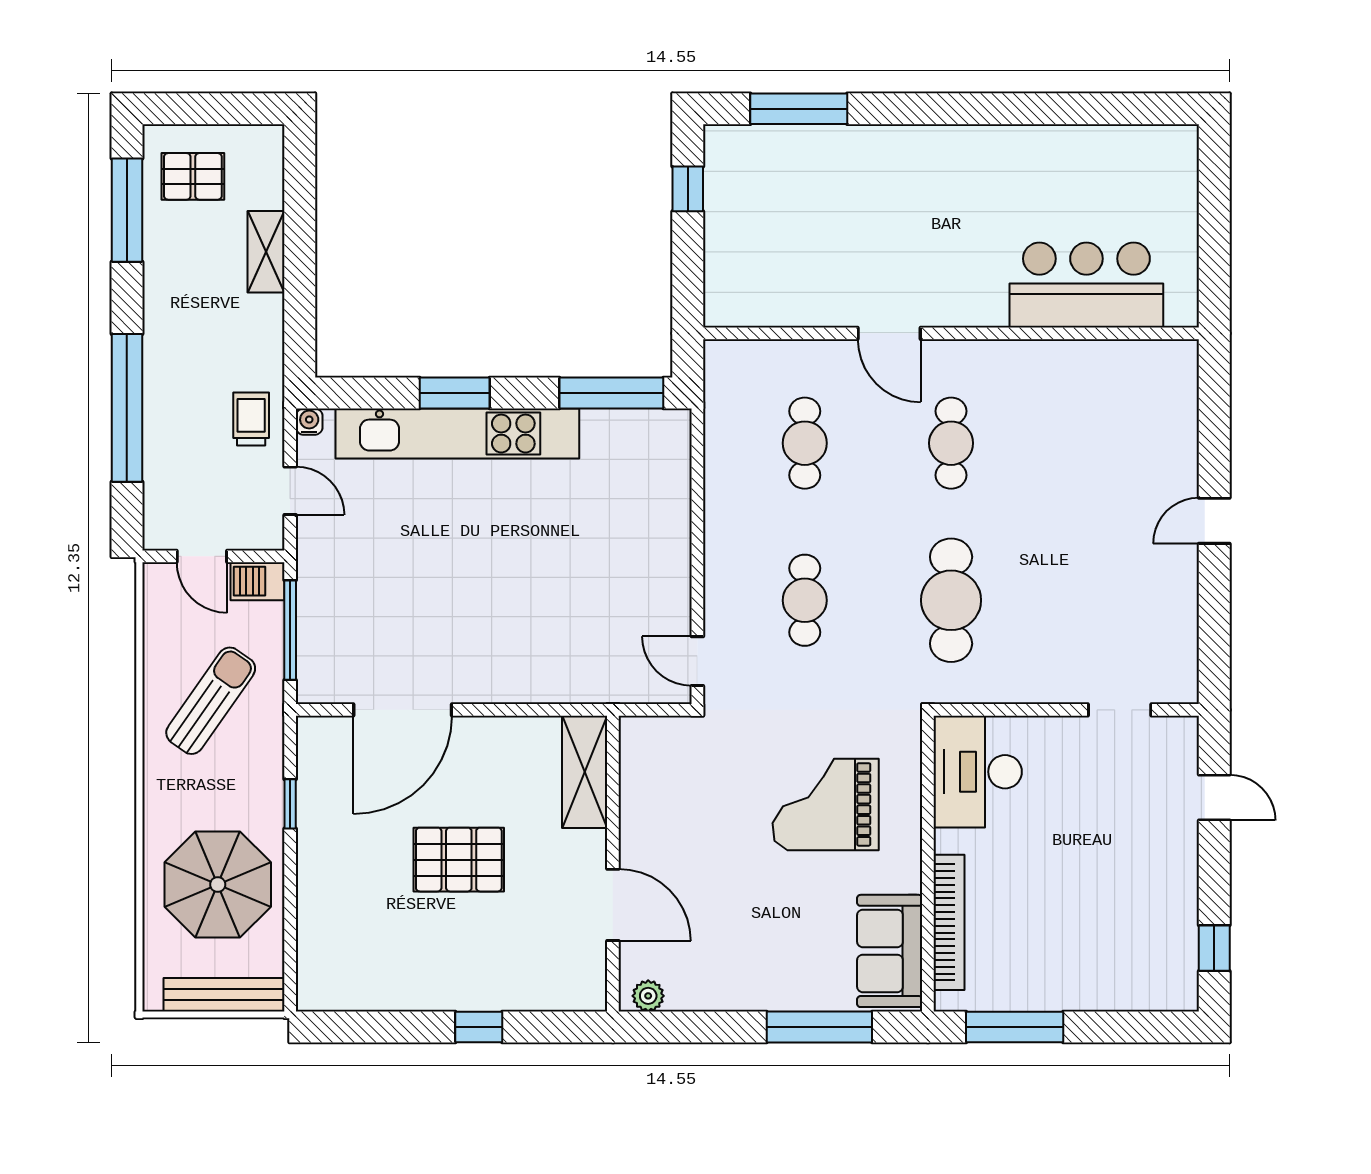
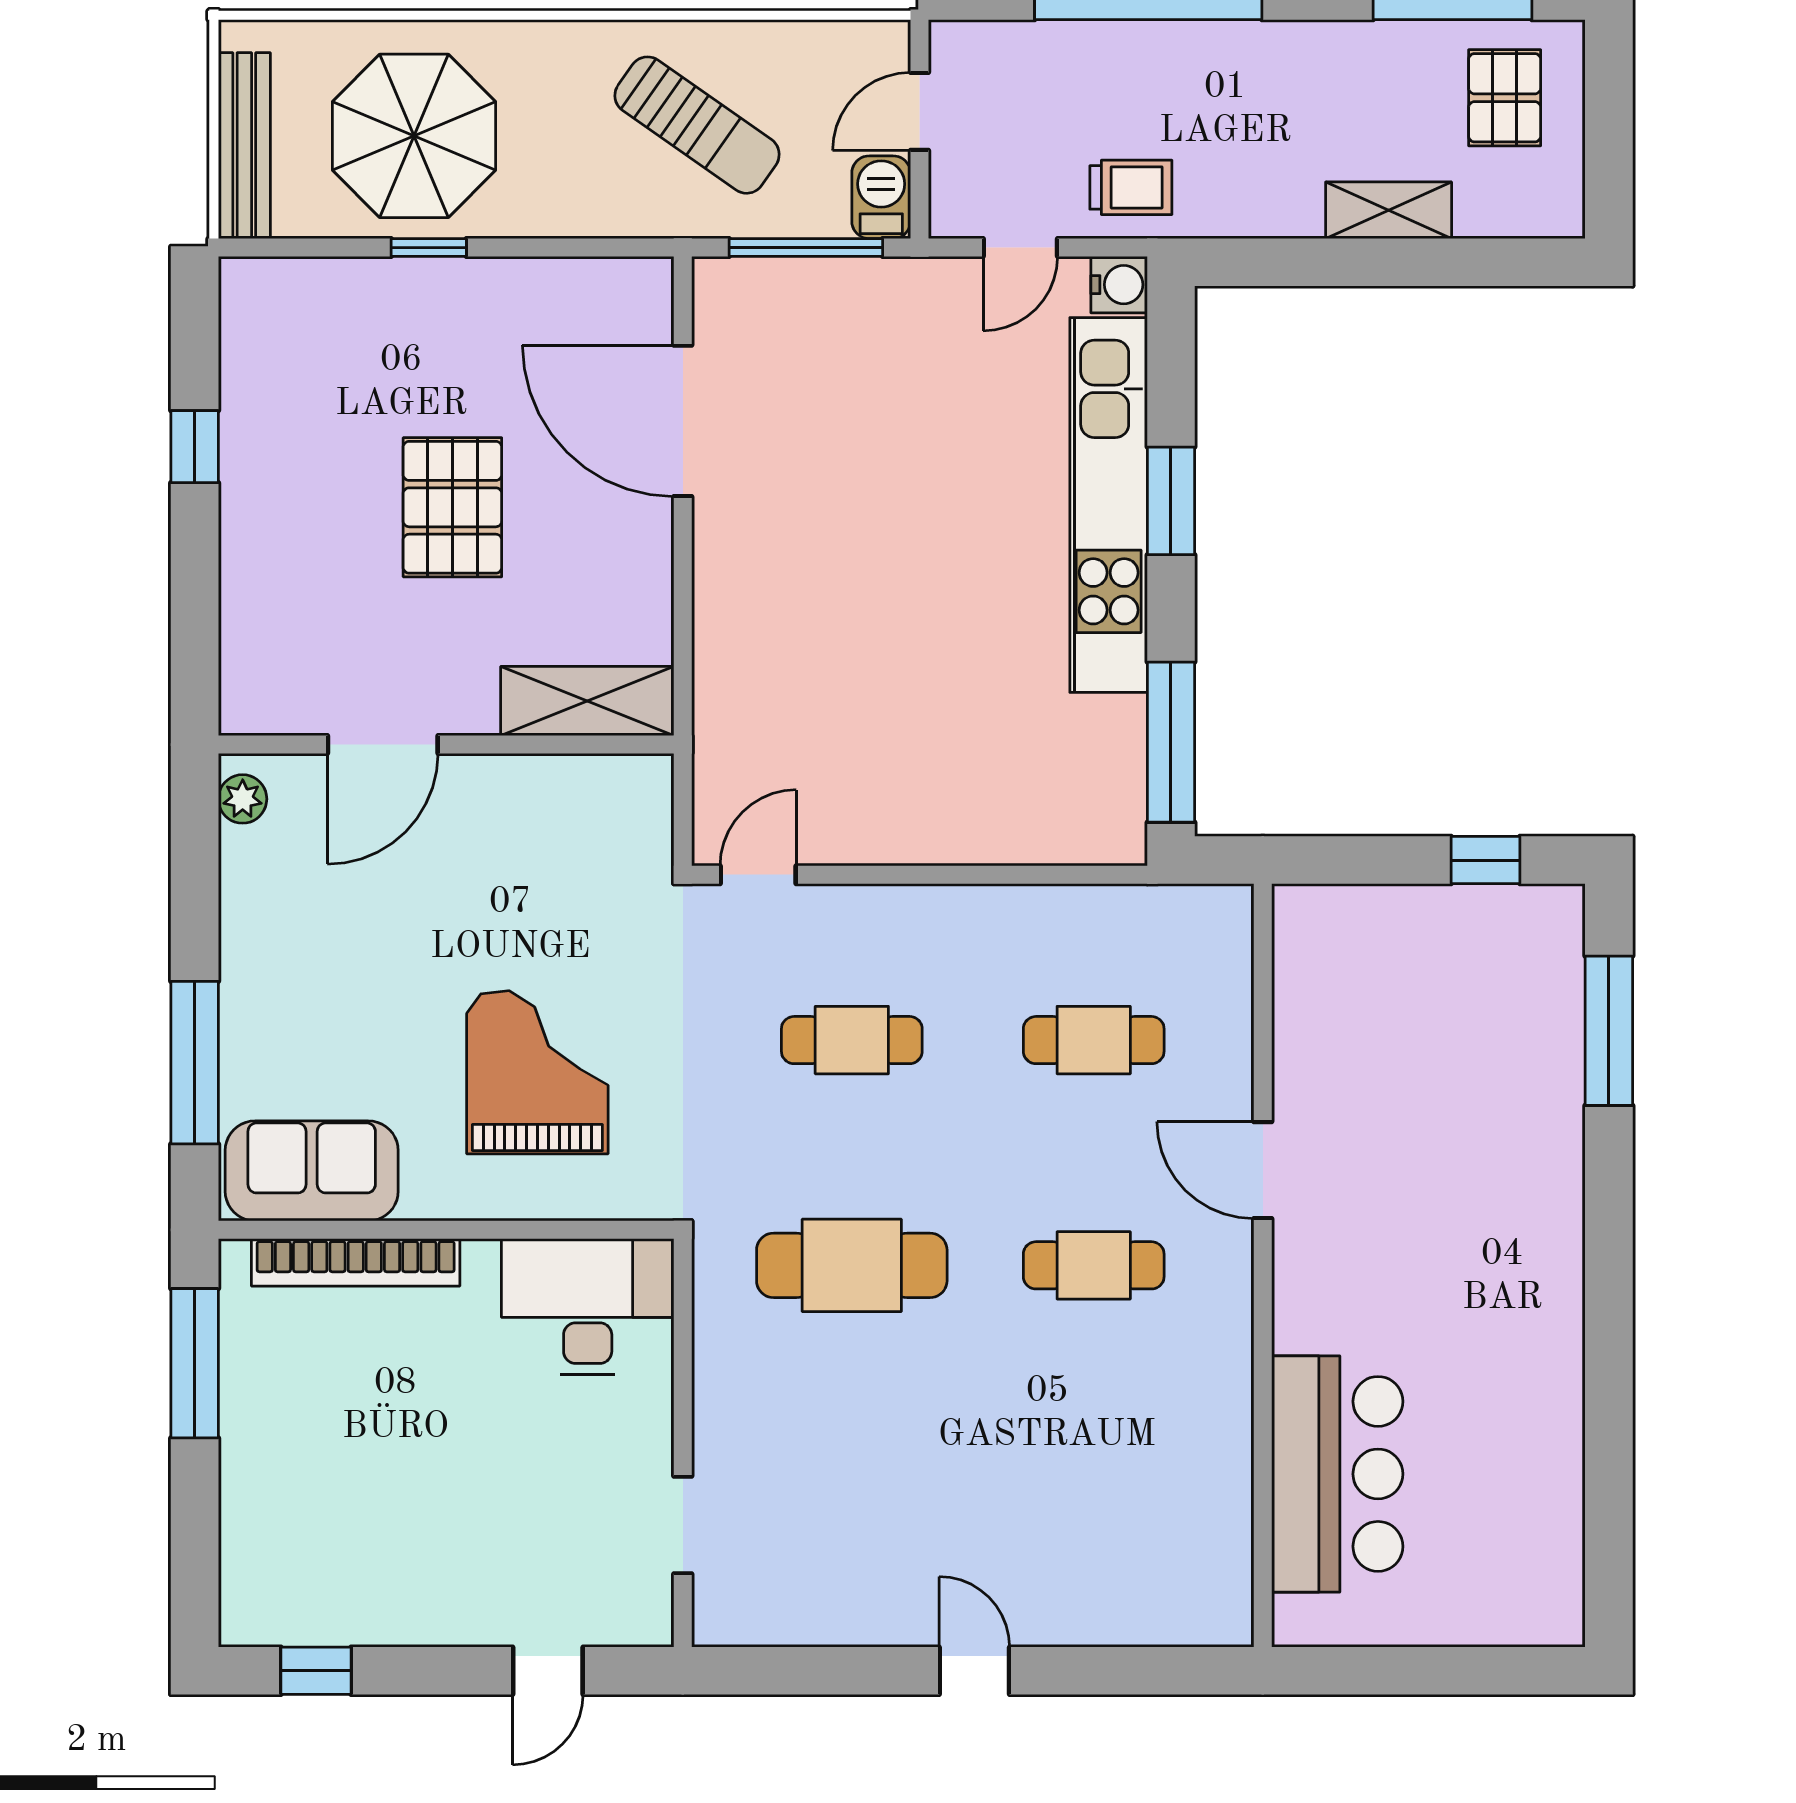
door: (889, 333) -> (1263, 1170), hinge flipped
water cooler: (309, 422) -> (1119, 285), width x1.38, depth x1.38
window: (290, 804) -> (429, 248), moved
window: (479, 1027) -> (195, 447), moved

